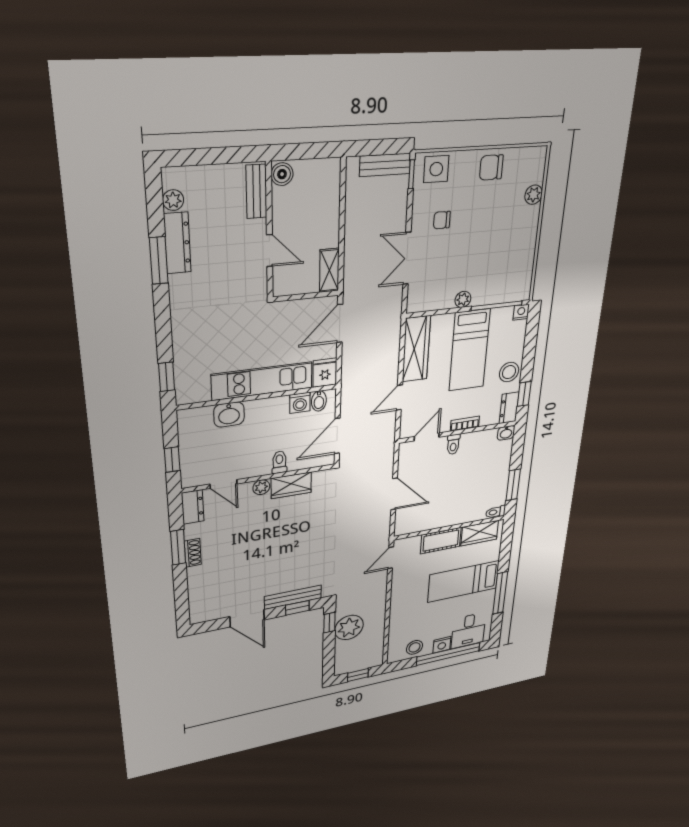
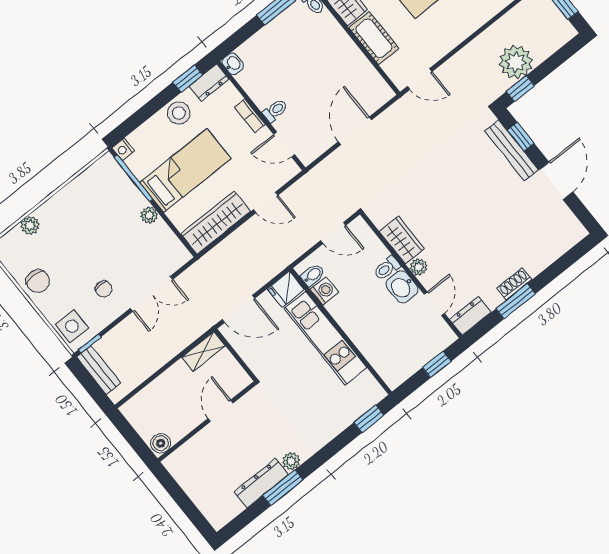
bench: (256, 191) -> (186, 453), removed
plant: (173, 200) -> (291, 461), moved
washbasin: (229, 415) -> (402, 287), moved, turned 180
door: (337, 436) -> (333, 233), width x0.73

